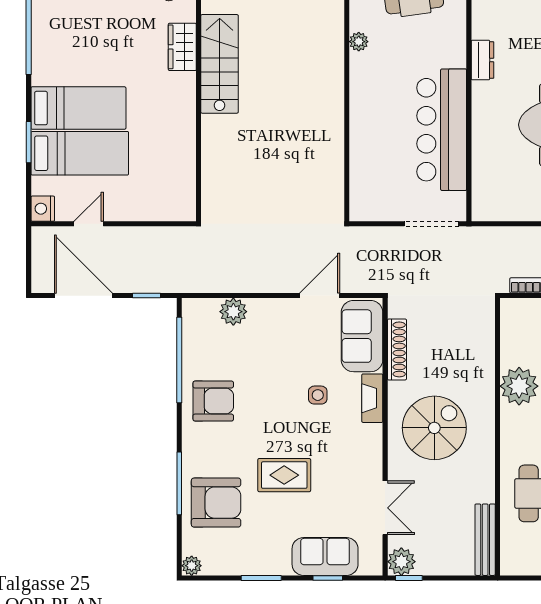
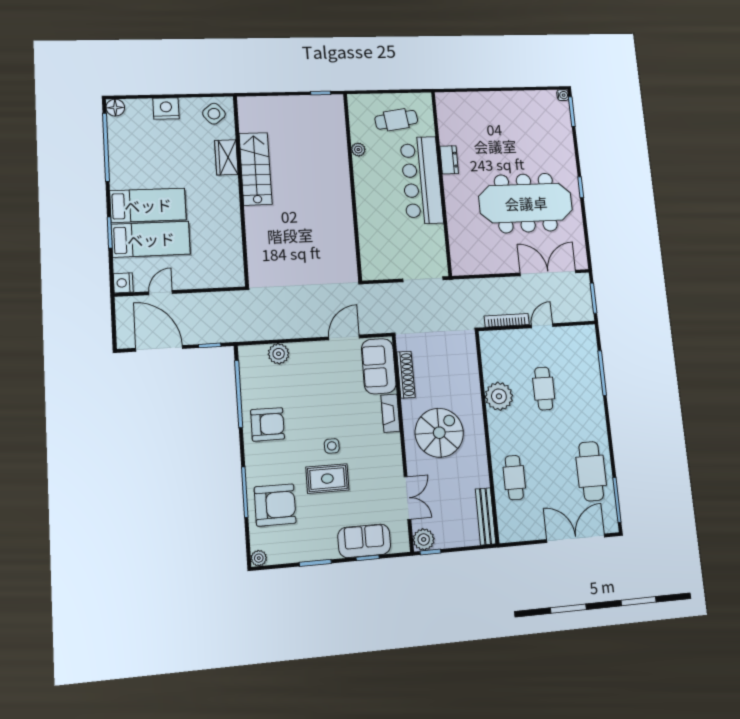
bar counter: (442, 130) -> (422, 180), moved
side table: (318, 395) -> (332, 446), moved

